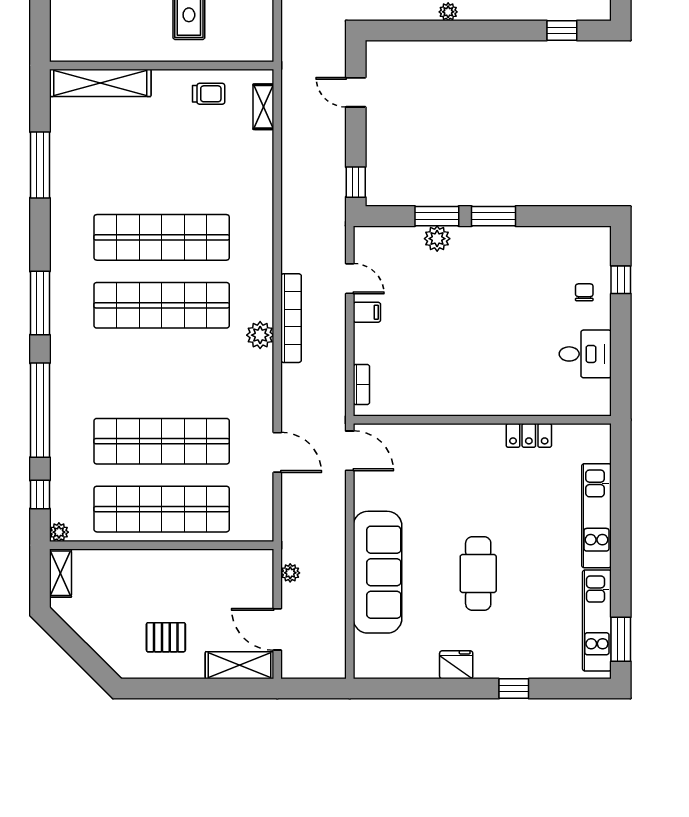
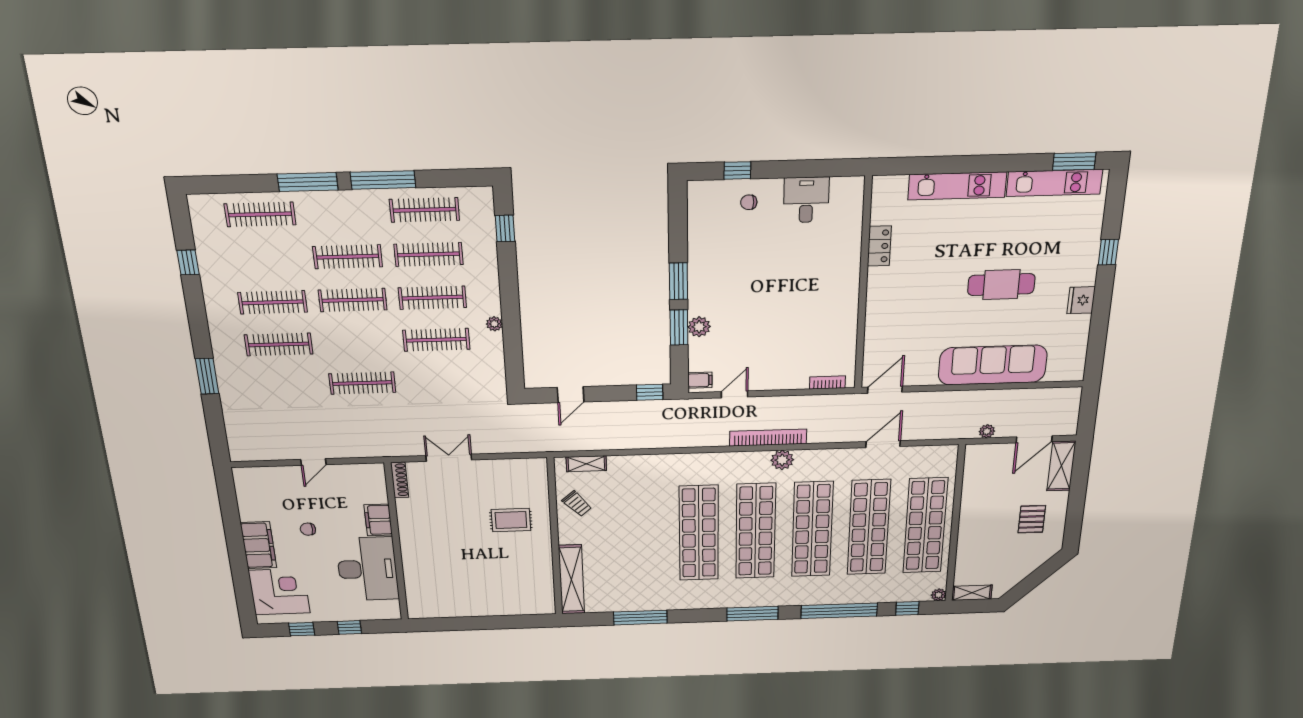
trolley: (209, 94) -> (577, 504), turned 139
filing cabinet: (367, 312) -> (700, 380), moved, turned 90
shop shelf: (162, 373) -> (812, 529), added

